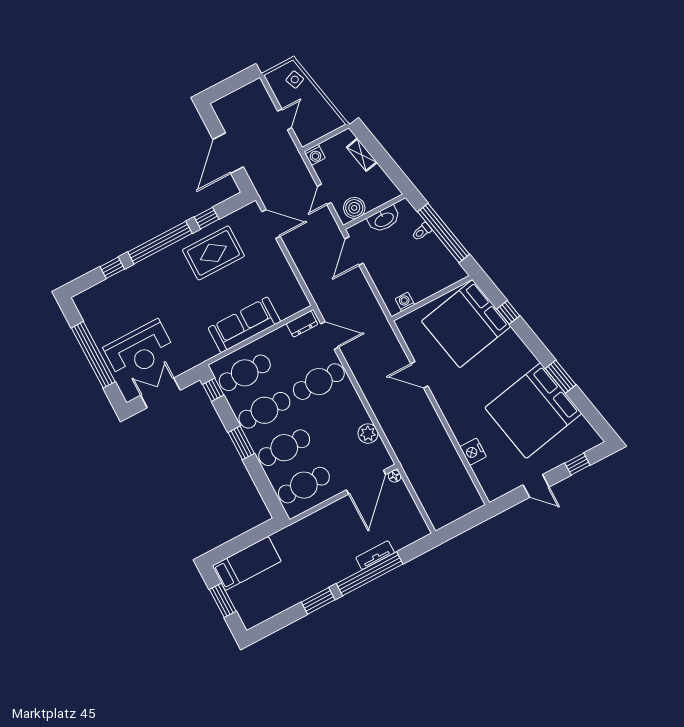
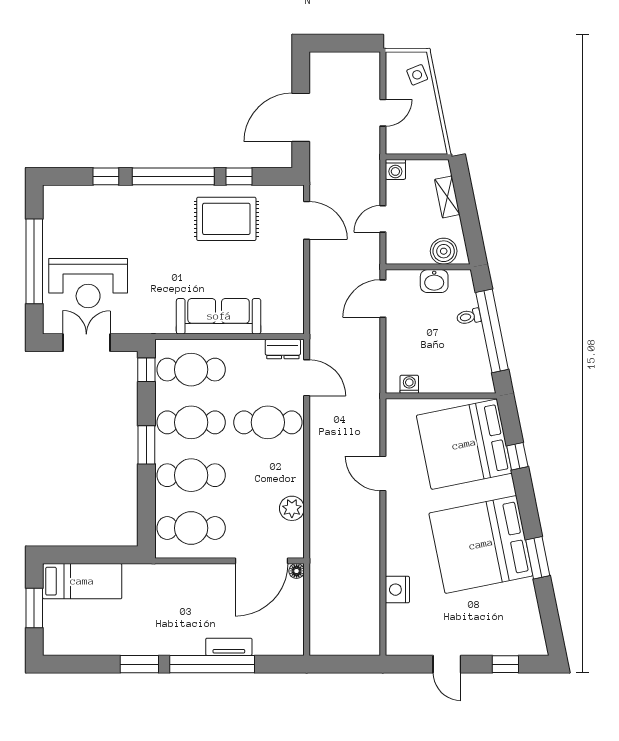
boiler: (354, 208) -> (444, 251), moved
washbasin: (384, 219) -> (434, 281), width x0.72
bed: (533, 411) -> (481, 544), moved

